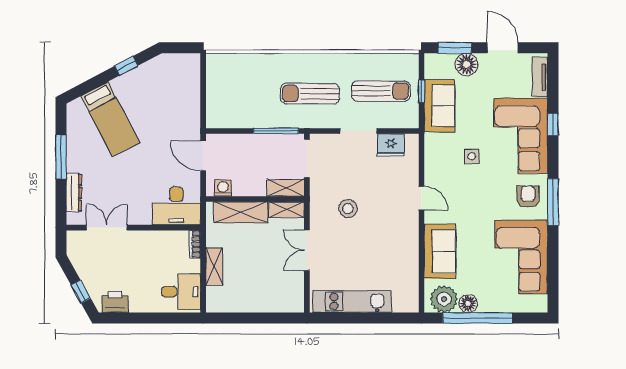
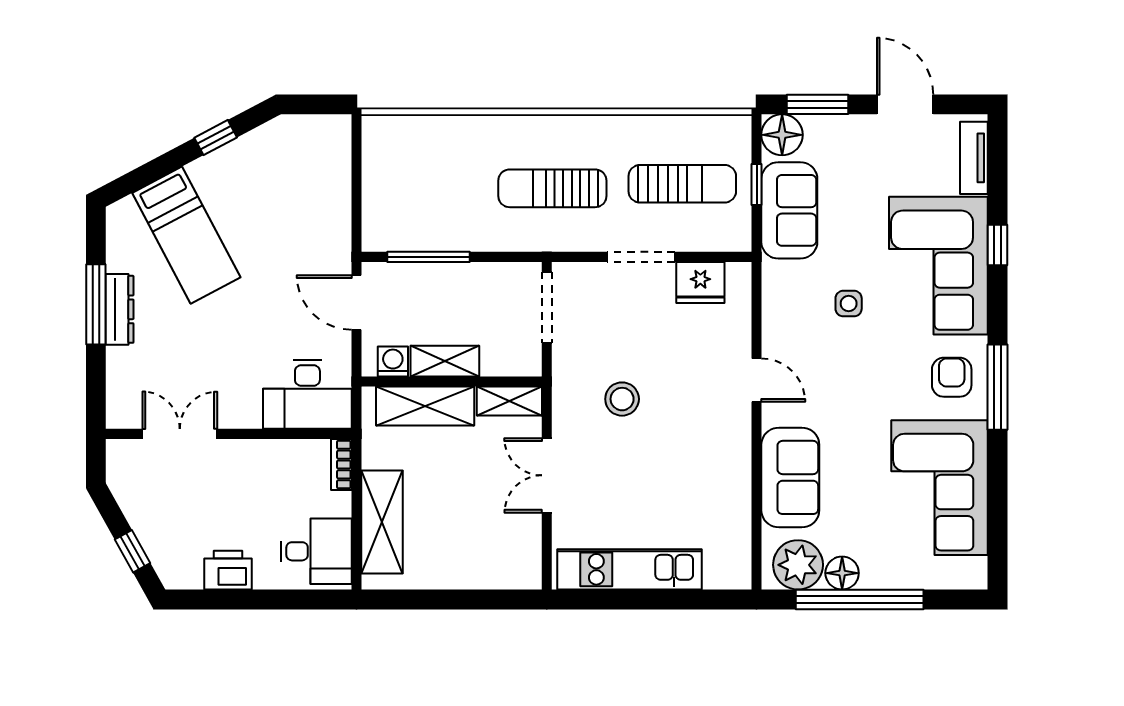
floor lamp: (467, 64) -> (782, 135), moved
window: (276, 131) -> (428, 257), moved
shelving: (286, 188) -> (445, 361), moved
dresser: (74, 193) -> (120, 309), moved
shelving: (214, 266) -> (382, 522), width x1.50, depth x1.33
printer: (115, 302) -> (228, 570), moved

